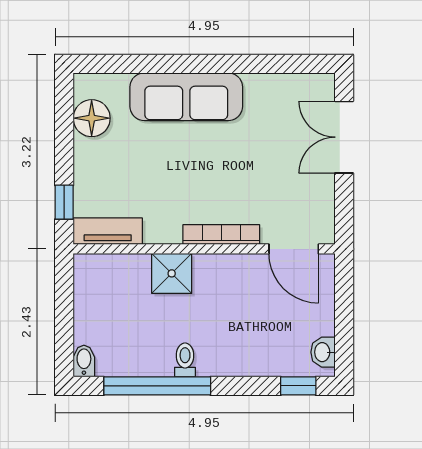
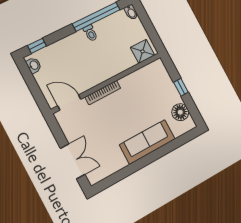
window: (64, 202) -> (181, 87), moved
tv unit: (108, 231) -> (150, 70), removed
shower: (172, 273) -> (143, 51), moved

